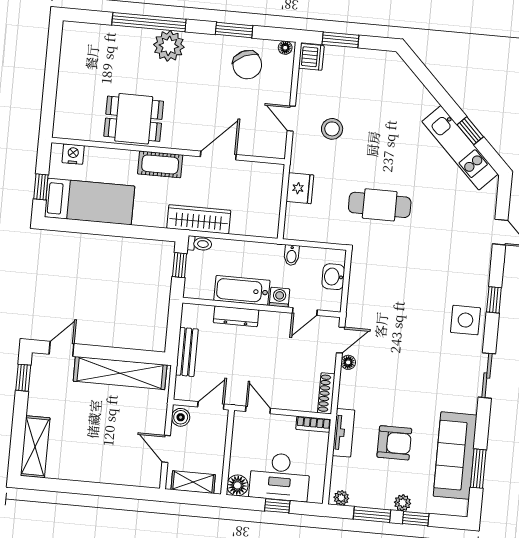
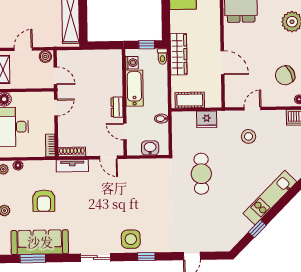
kitchen unit: (460, 148) -> (270, 198), moved
cot: (160, 164) -> (190, 100), moved, turned 90
washing machine: (279, 297) -> (132, 63), moved
dresser: (236, 316) -> (117, 107), moved, width x0.70
bench: (187, 352) -> (89, 56), removed
floor lamp: (348, 362) -> (18, 165), moved
tv unit: (344, 433) -> (72, 166), moved

